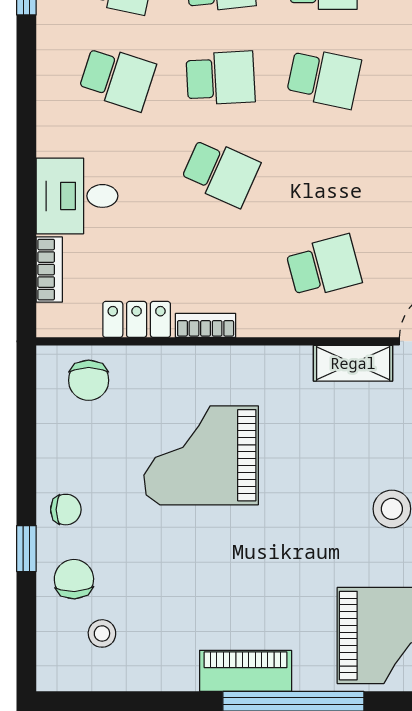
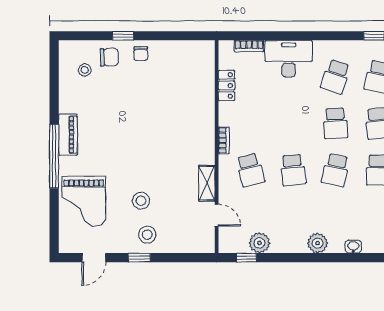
school desk: (221, 172) -> (293, 170), moved, turned -30
desk: (77, 196) -> (289, 59), width x1.37
bookcase: (206, 325) -> (224, 140), moved
chair: (89, 380) -> (199, 64), removed
grand piano: (201, 455) -> (165, 115), removed

